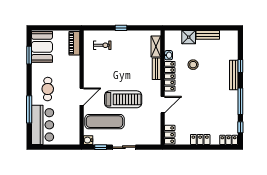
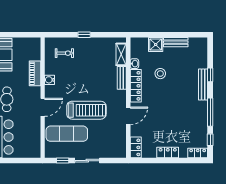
piano: (74, 43) -> (35, 73), moved
water cooler: (88, 140) -> (50, 80), moved

